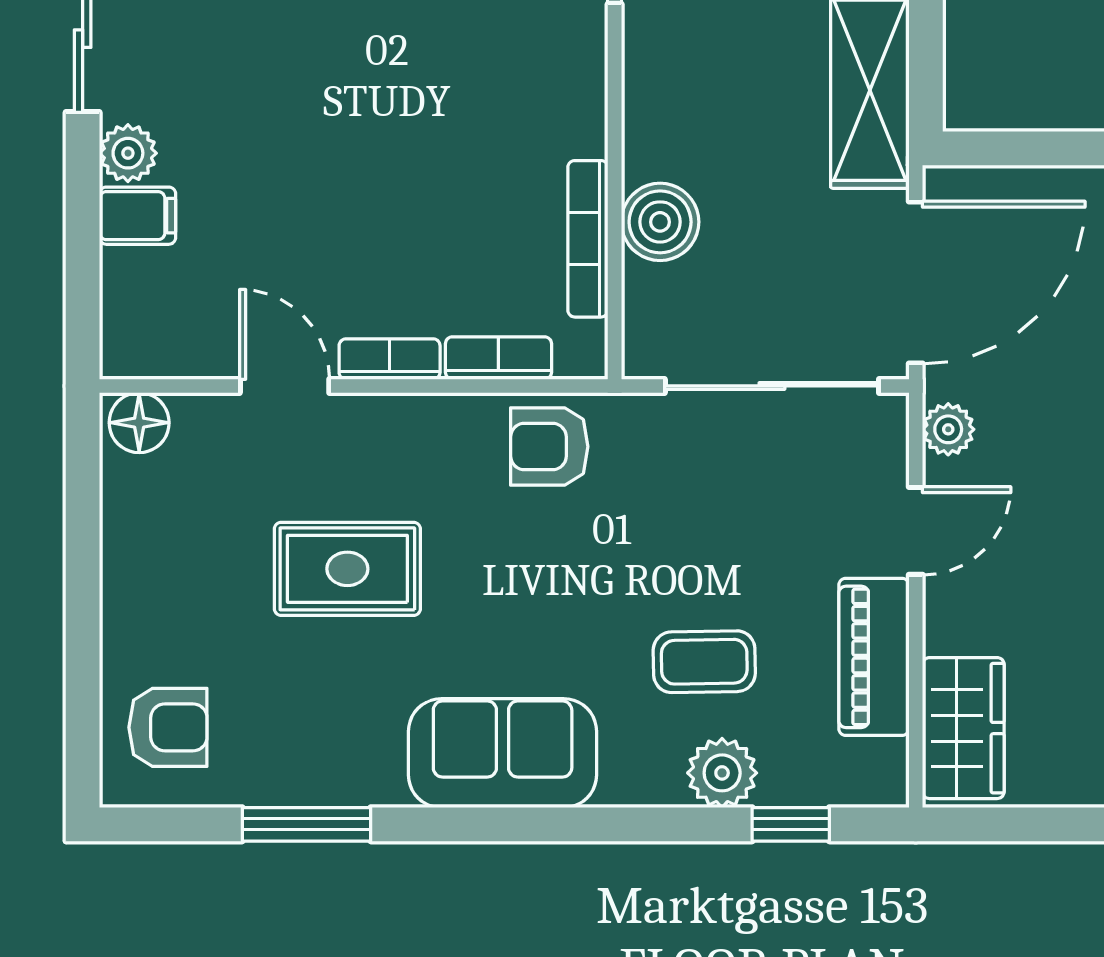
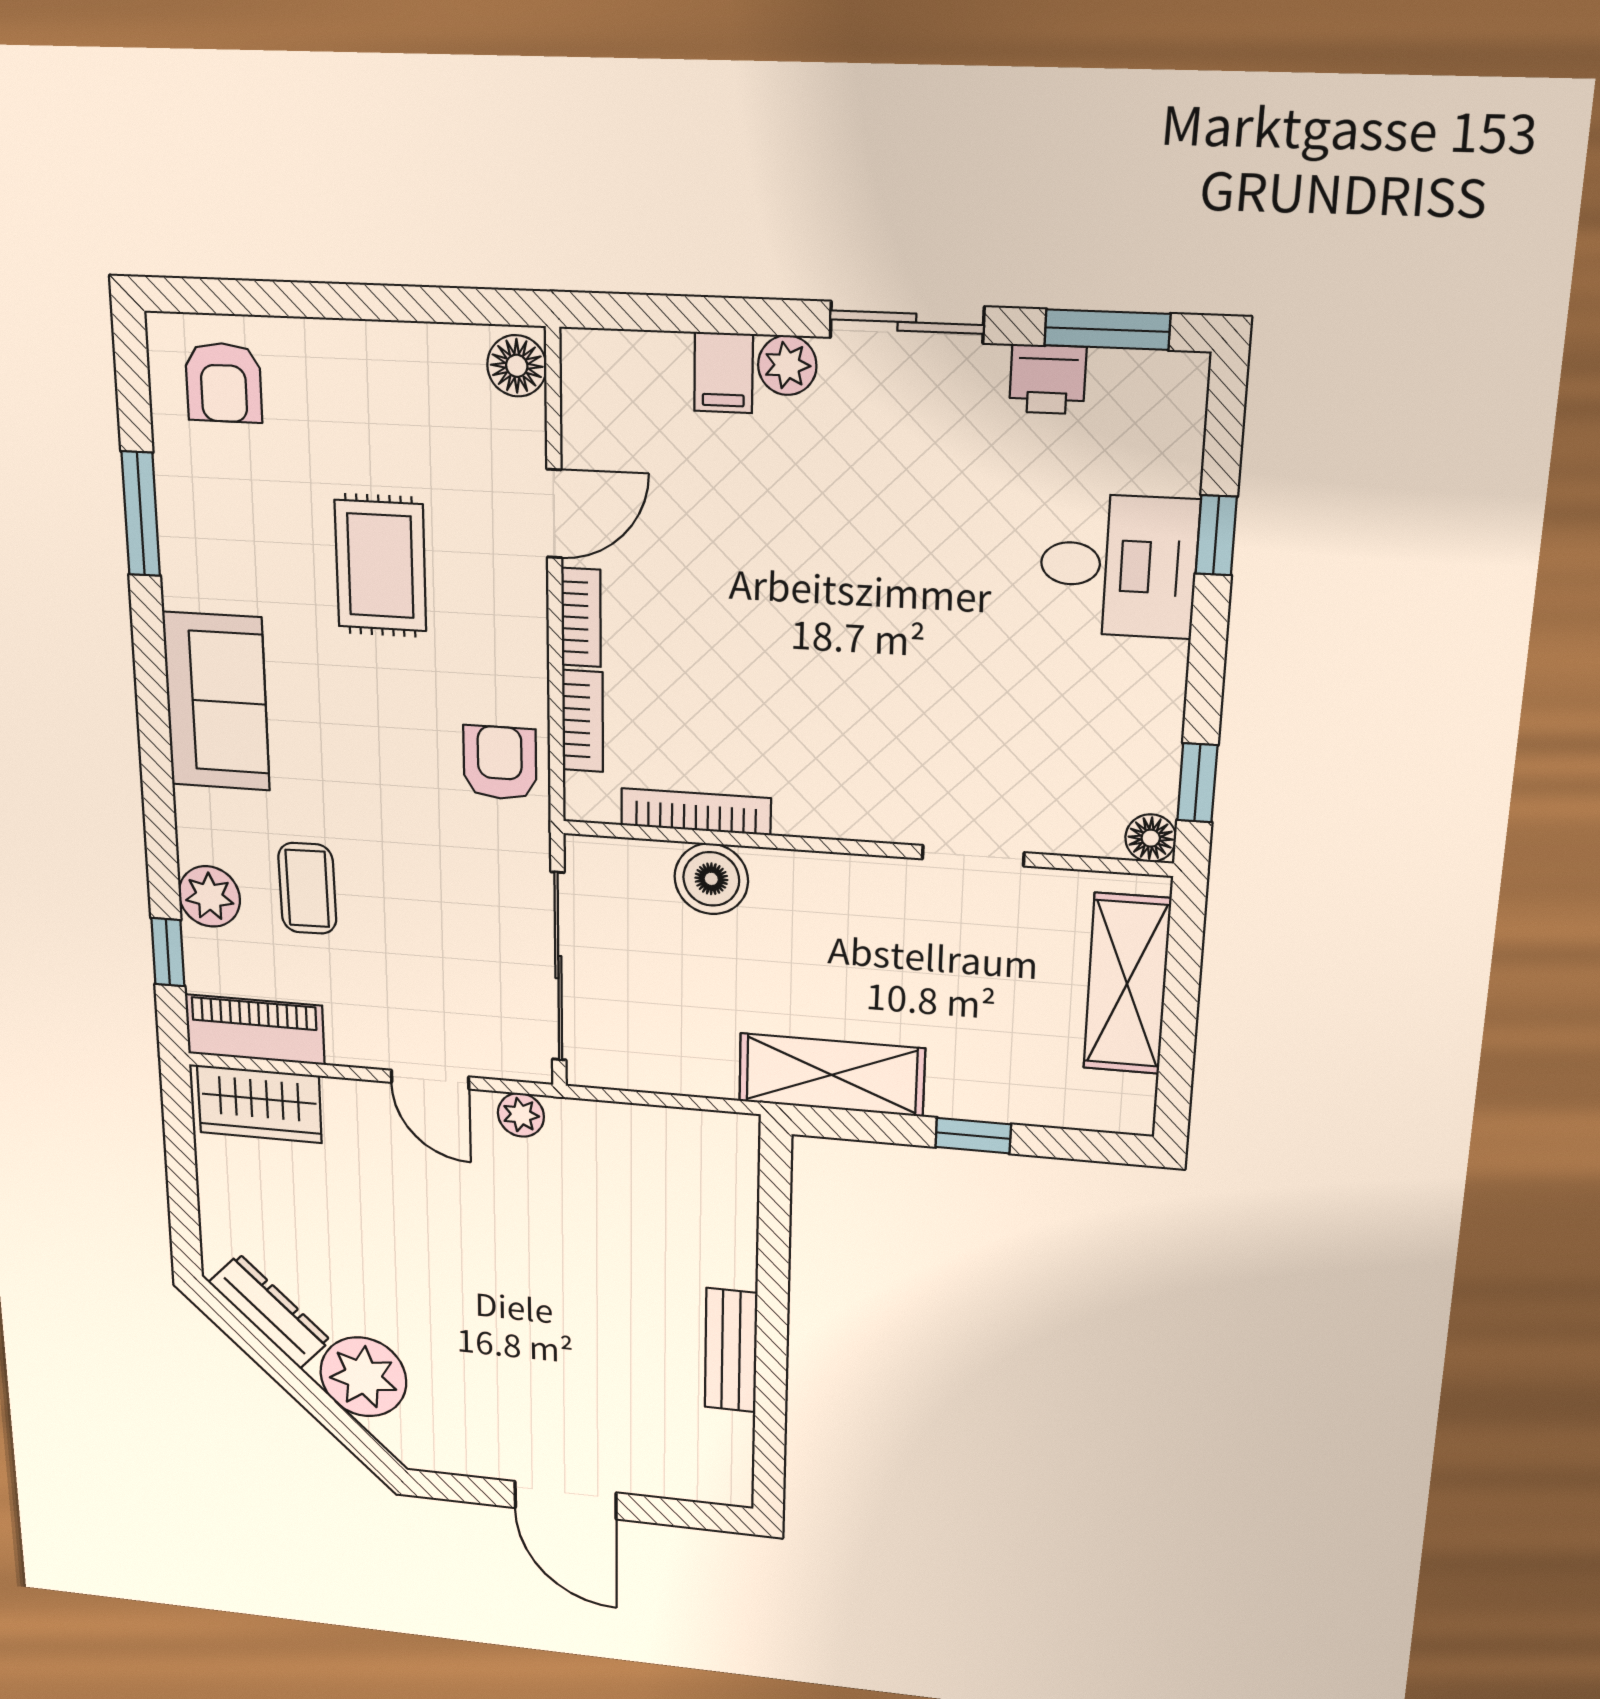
door: (916, 282) -> (653, 1099), removed
piano: (874, 657) -> (255, 1030), moved

